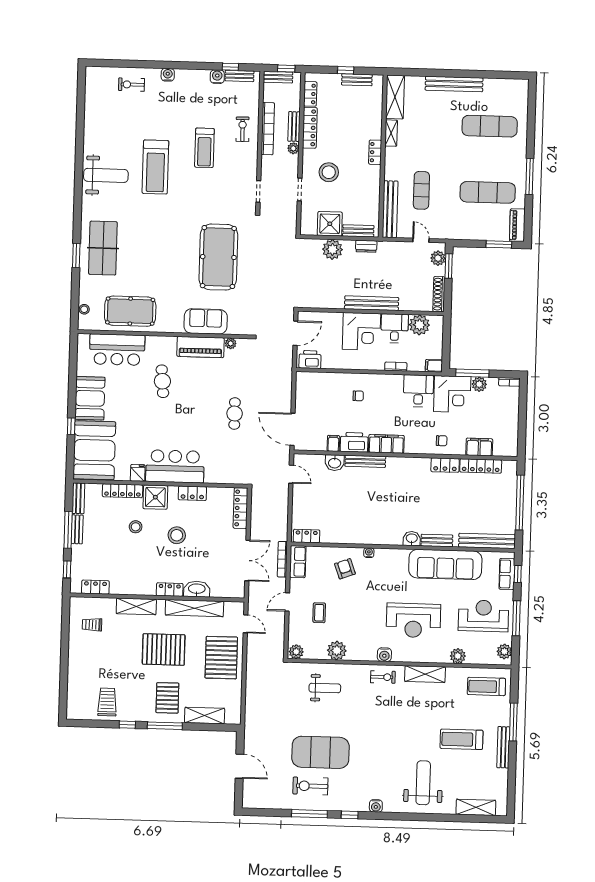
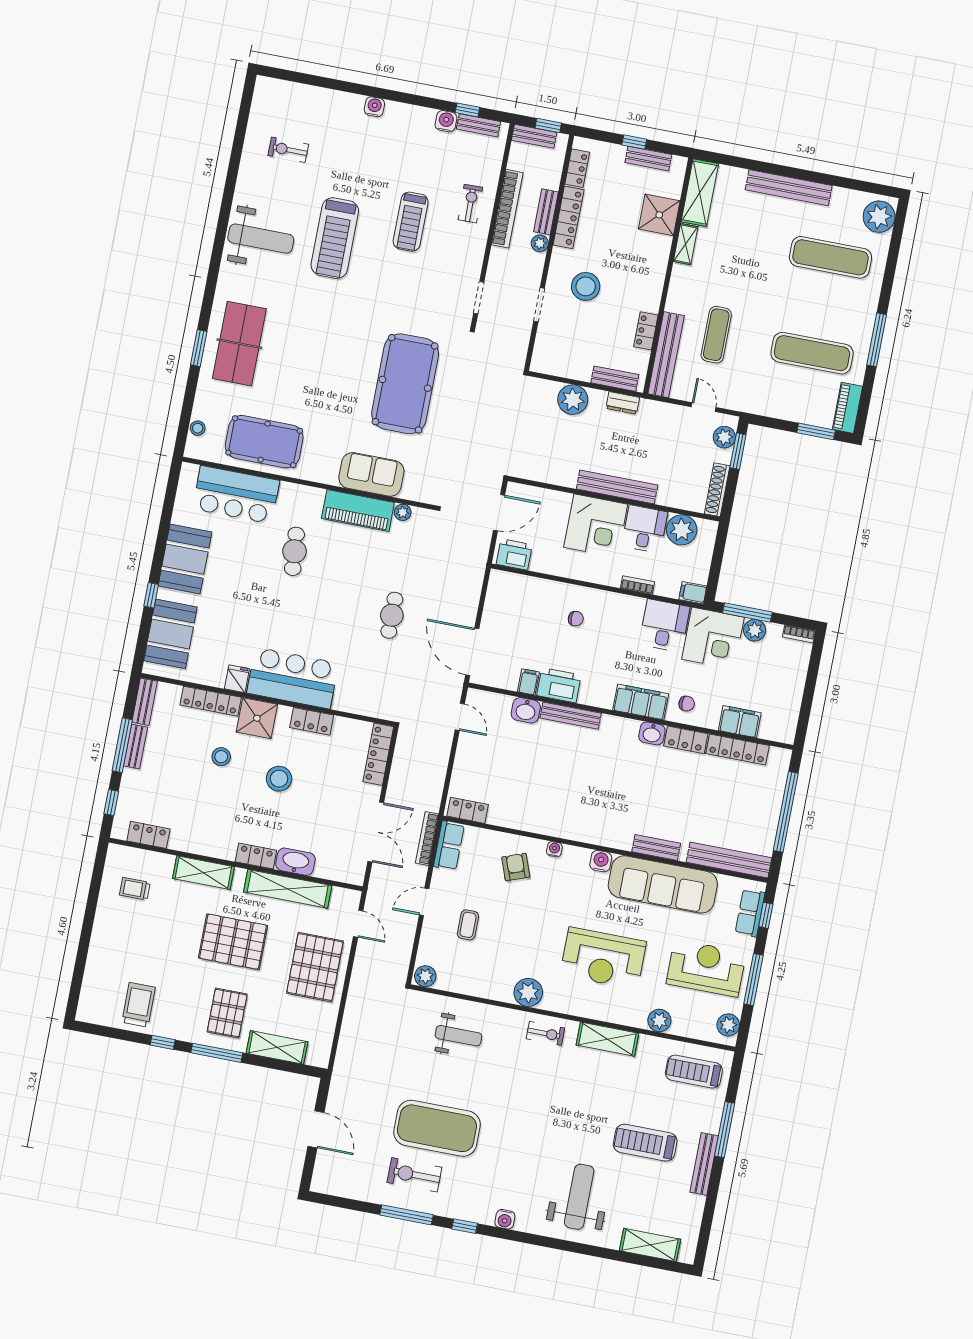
exercise bike: (131, 85) -> (288, 150), moved
plant: (518, 94) -> (879, 217), added
locker: (375, 152) -> (646, 331), moved
shower: (330, 224) -> (659, 215), moved
filing cabinet: (386, 444) -> (641, 702), moved
booth: (94, 450) -> (170, 634), width x0.73, depth x0.70
washbasin: (412, 539) -> (652, 733), moved, turned 180
plant: (337, 651) -> (528, 992), moved
water cooler: (384, 655) -> (601, 861), moved, turned 180

